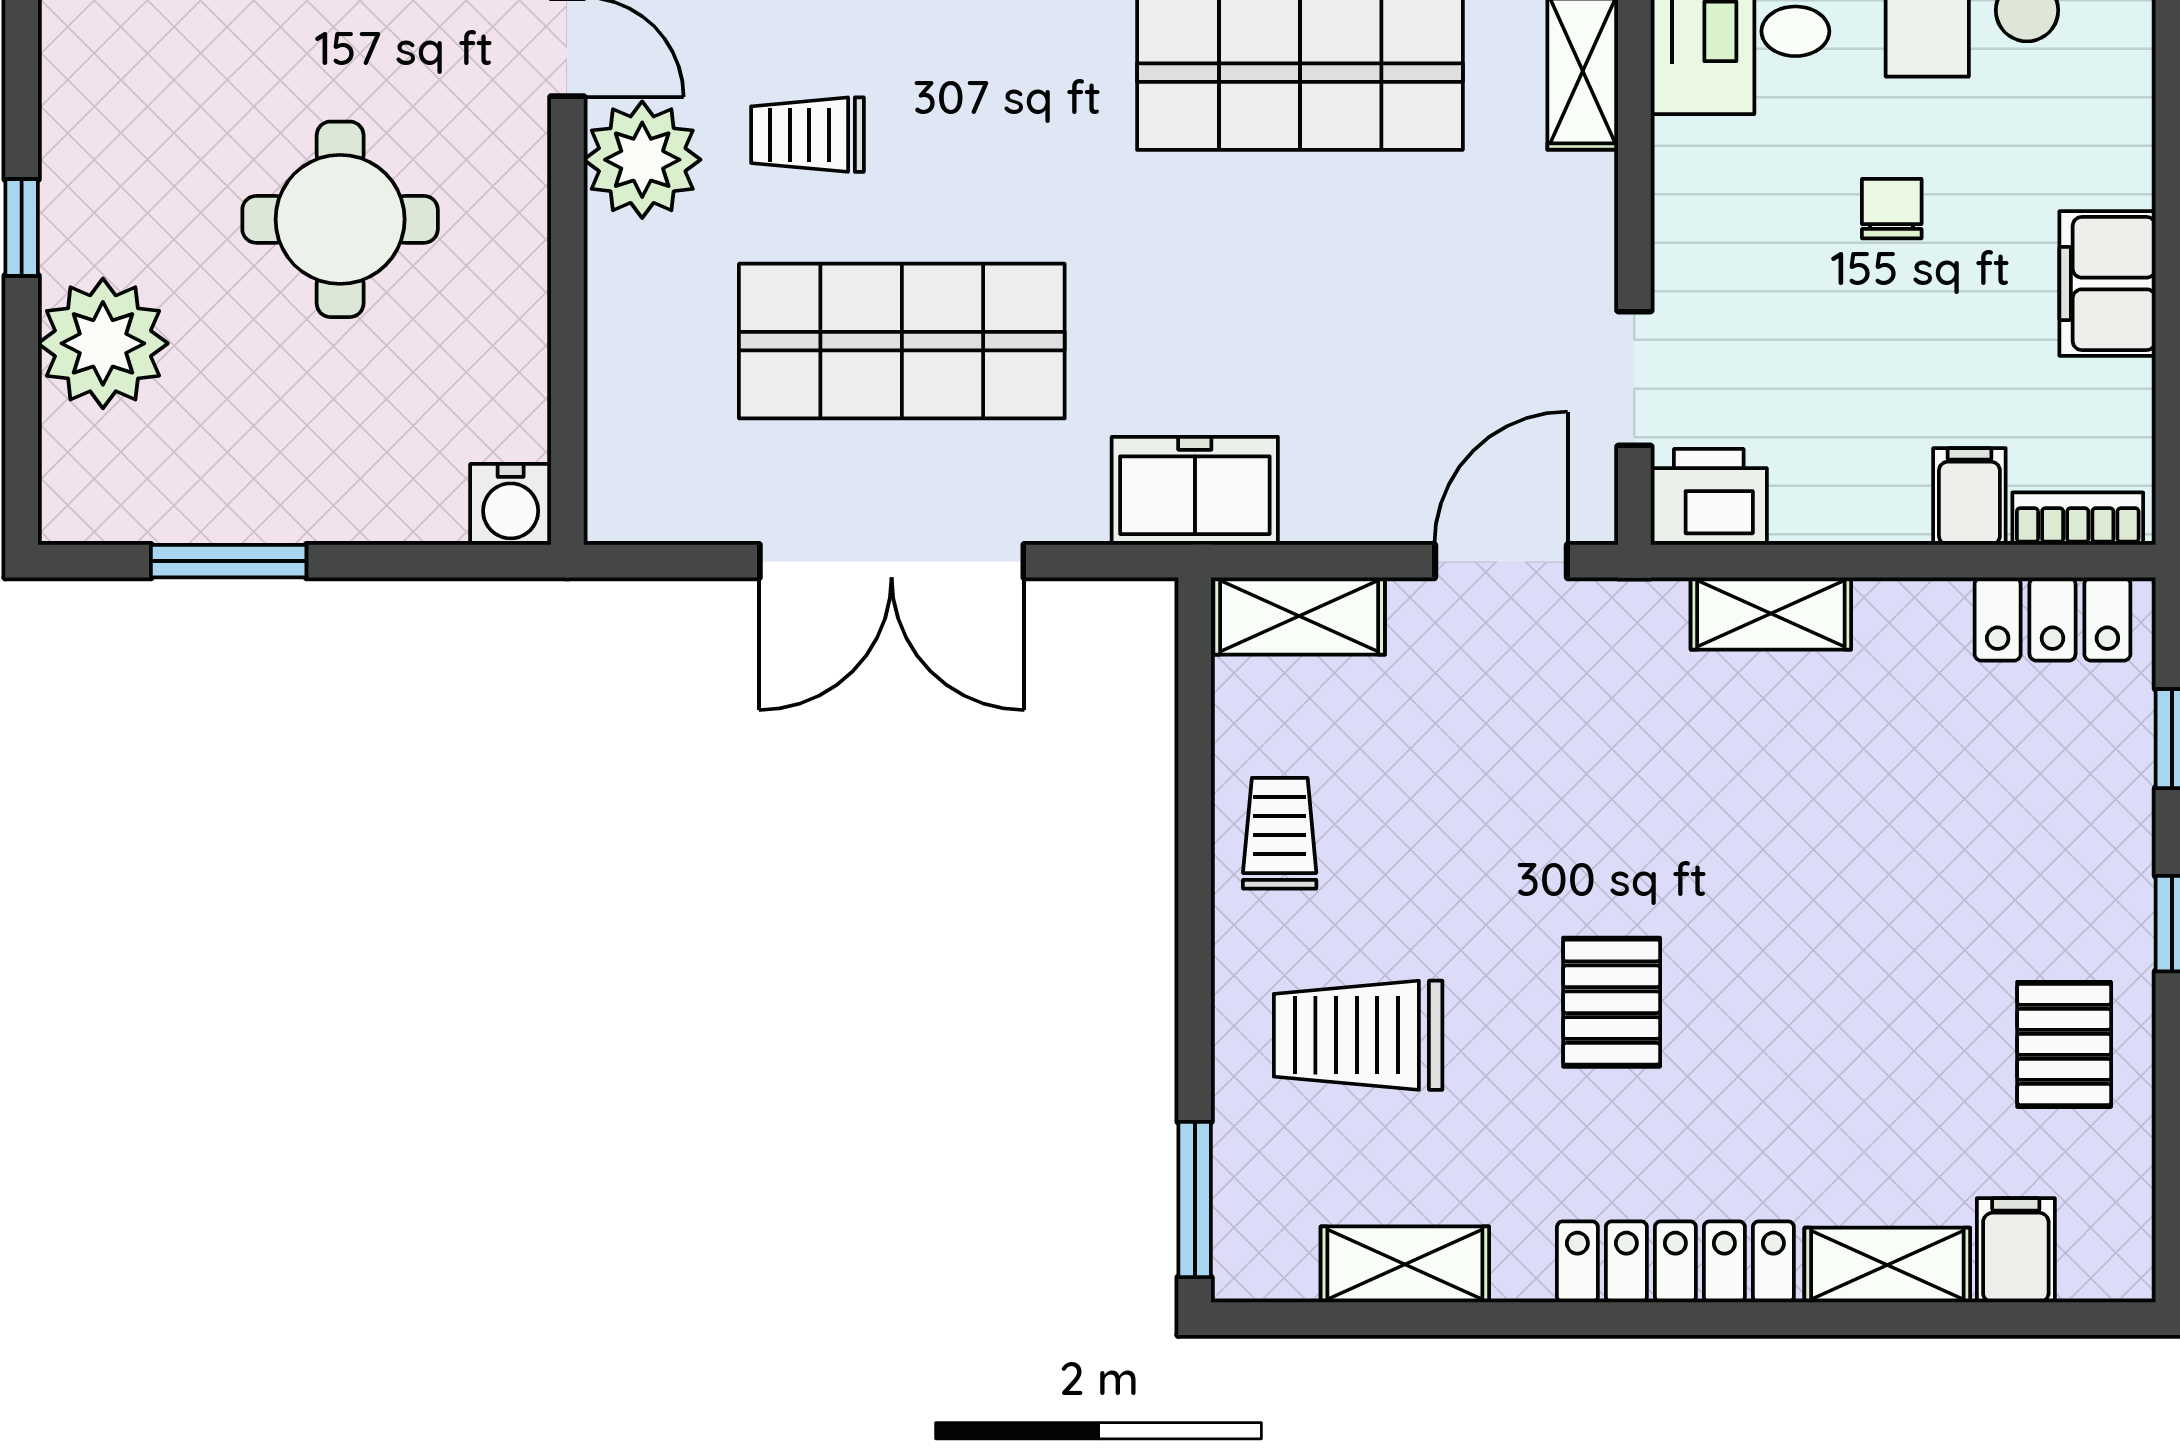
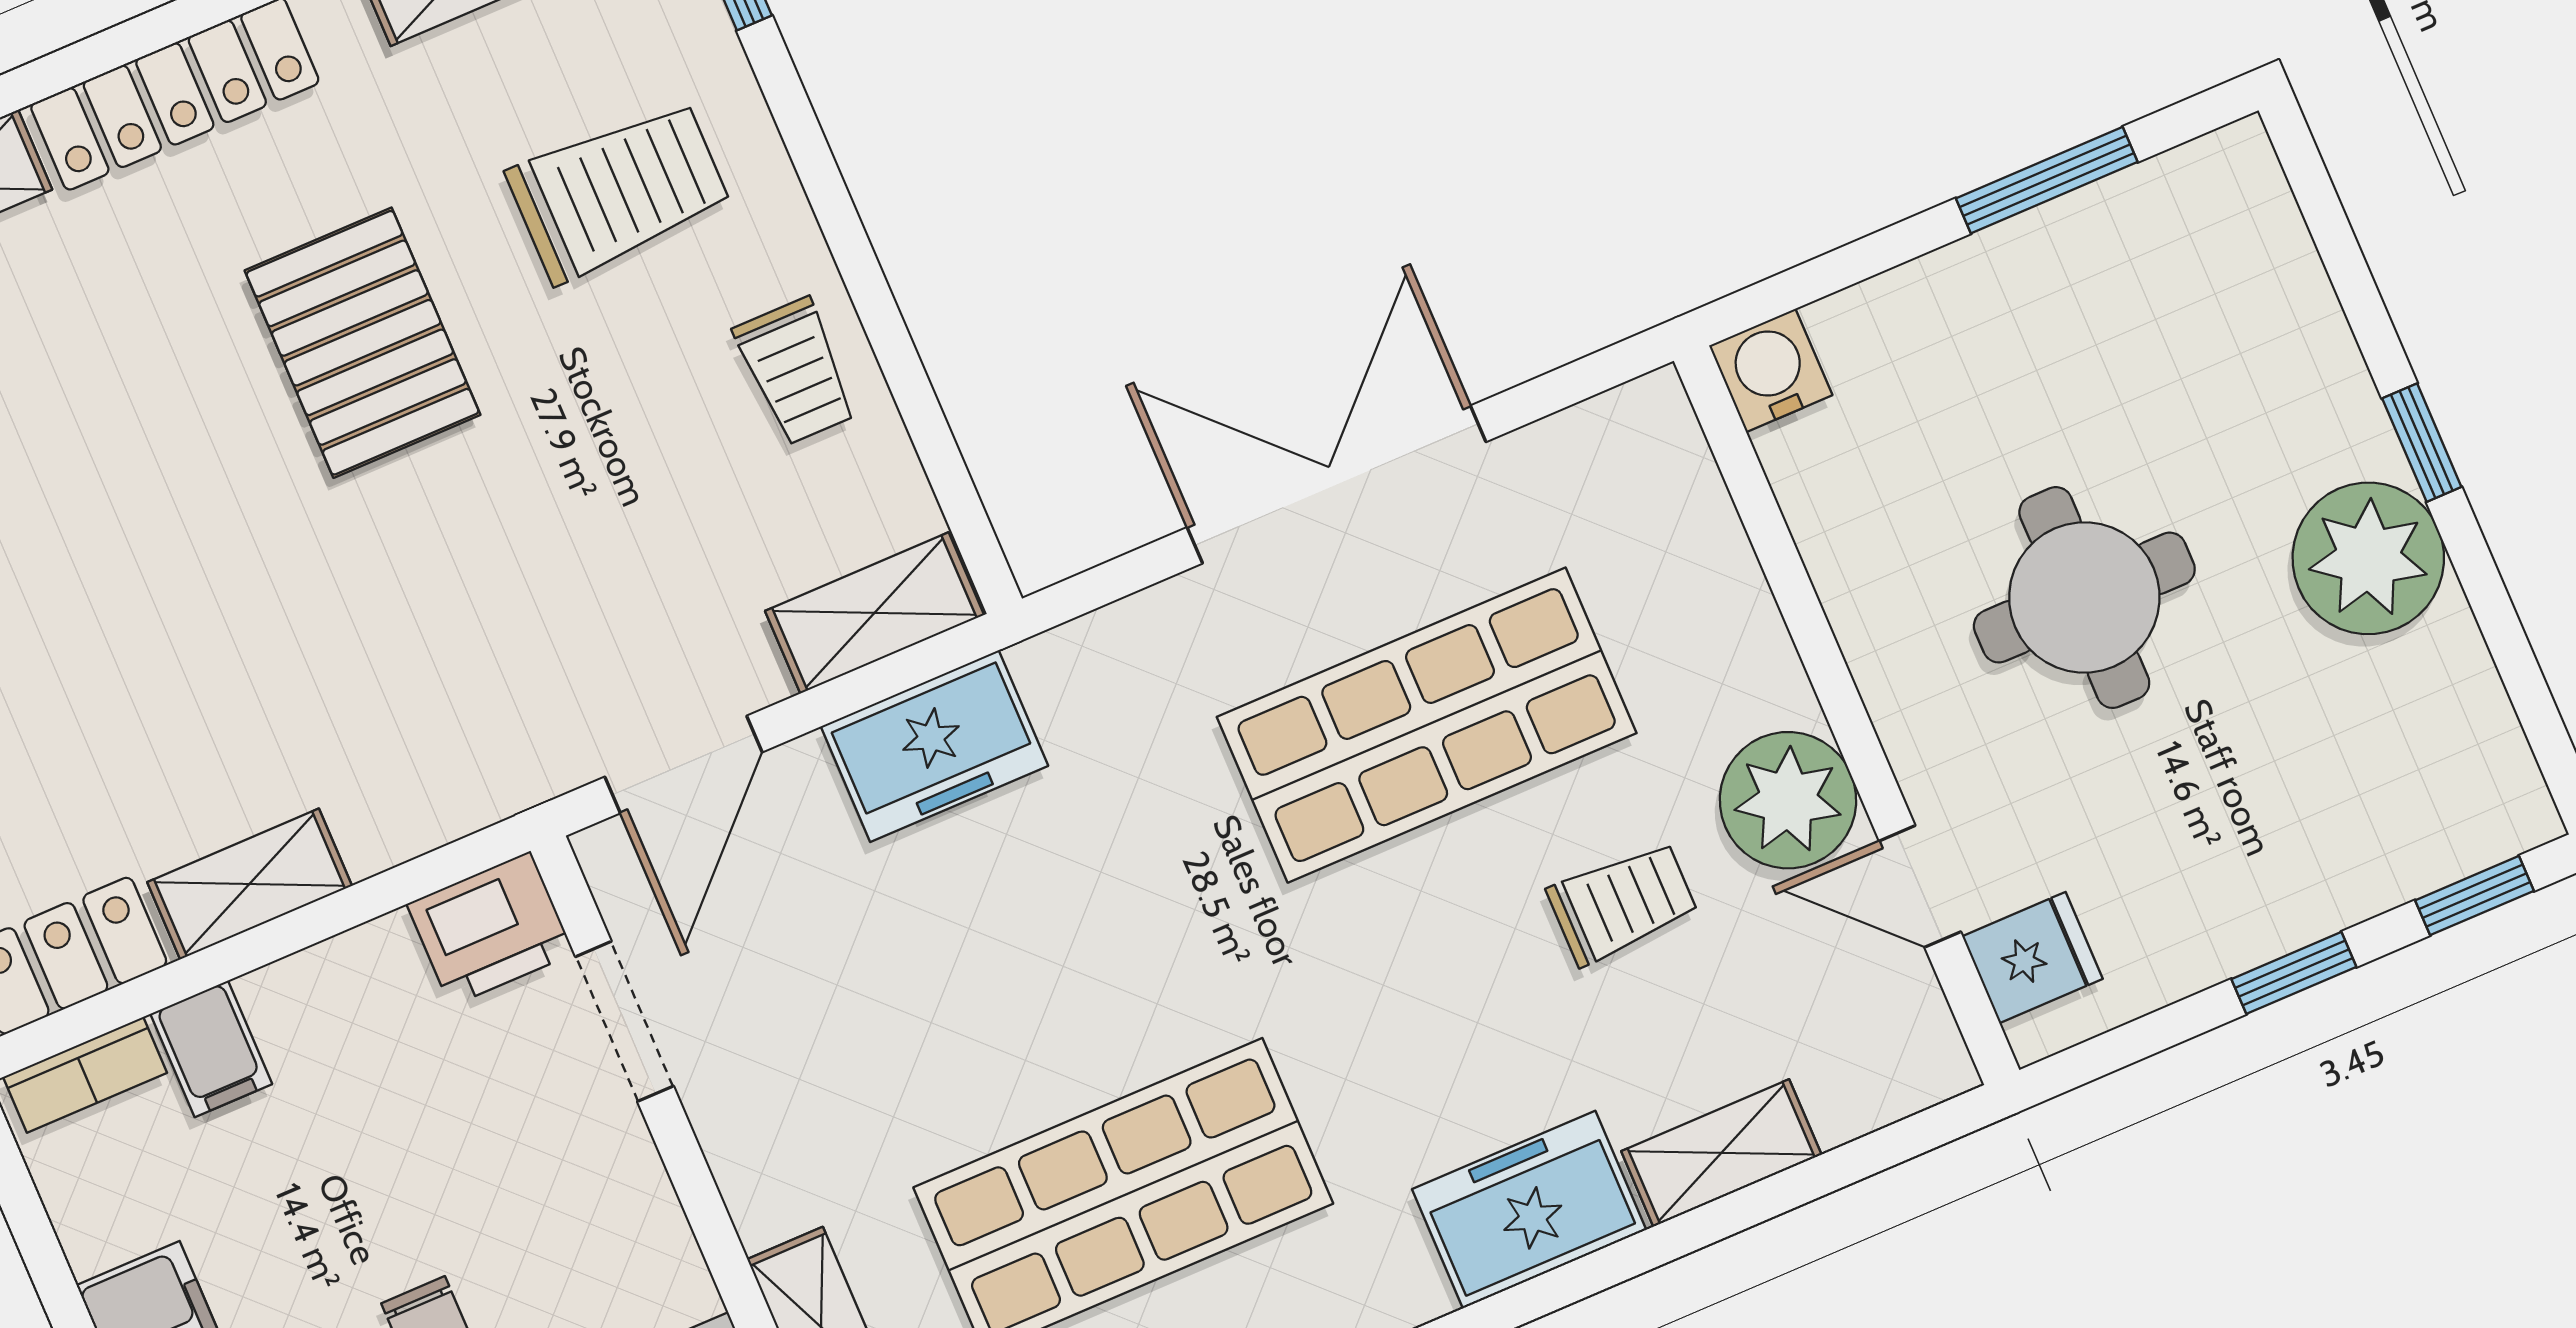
plant: (103, 343) -> (2368, 558), moved
freezer: (1195, 491) -> (934, 746), moved
shelving: (1771, 614) -> (250, 884), moved
pallet: (1612, 1002) -> (363, 343), width x1.50, depth x1.42

